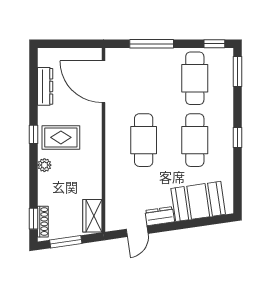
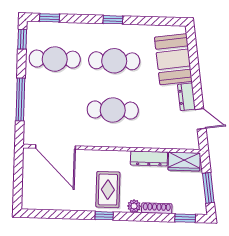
window: (237, 72) -> (49, 18), width x0.67
door: (103, 82) -> (56, 147), hinge flipped
dresser: (45, 86) -> (149, 159), moved, turned 180
shoe rack: (43, 222) -> (157, 208), moved

